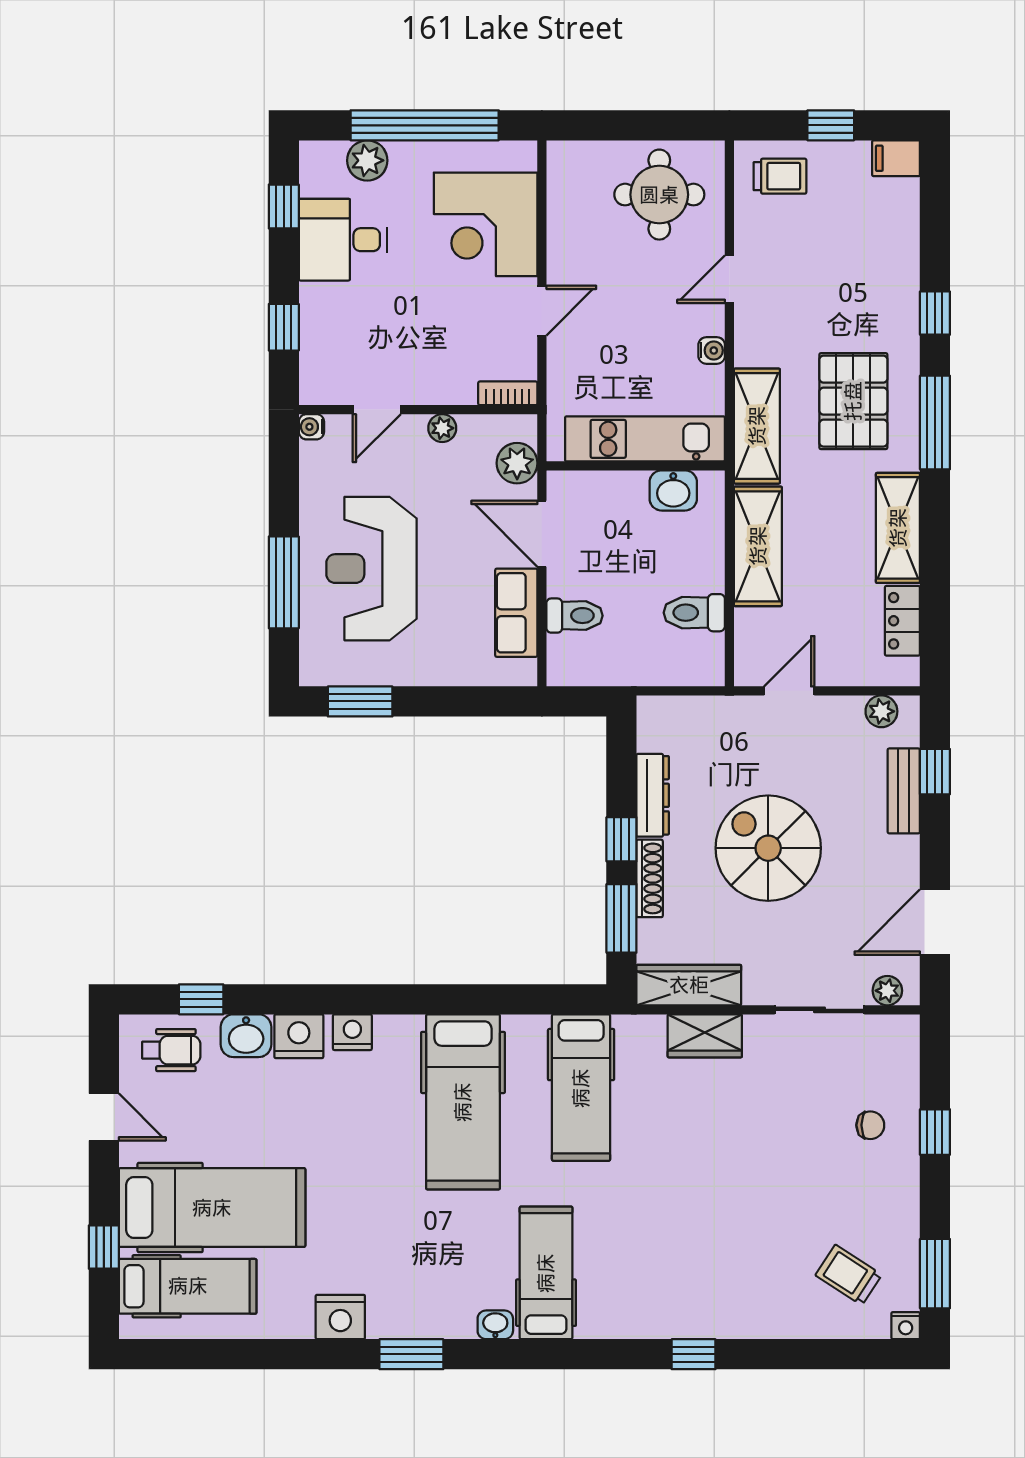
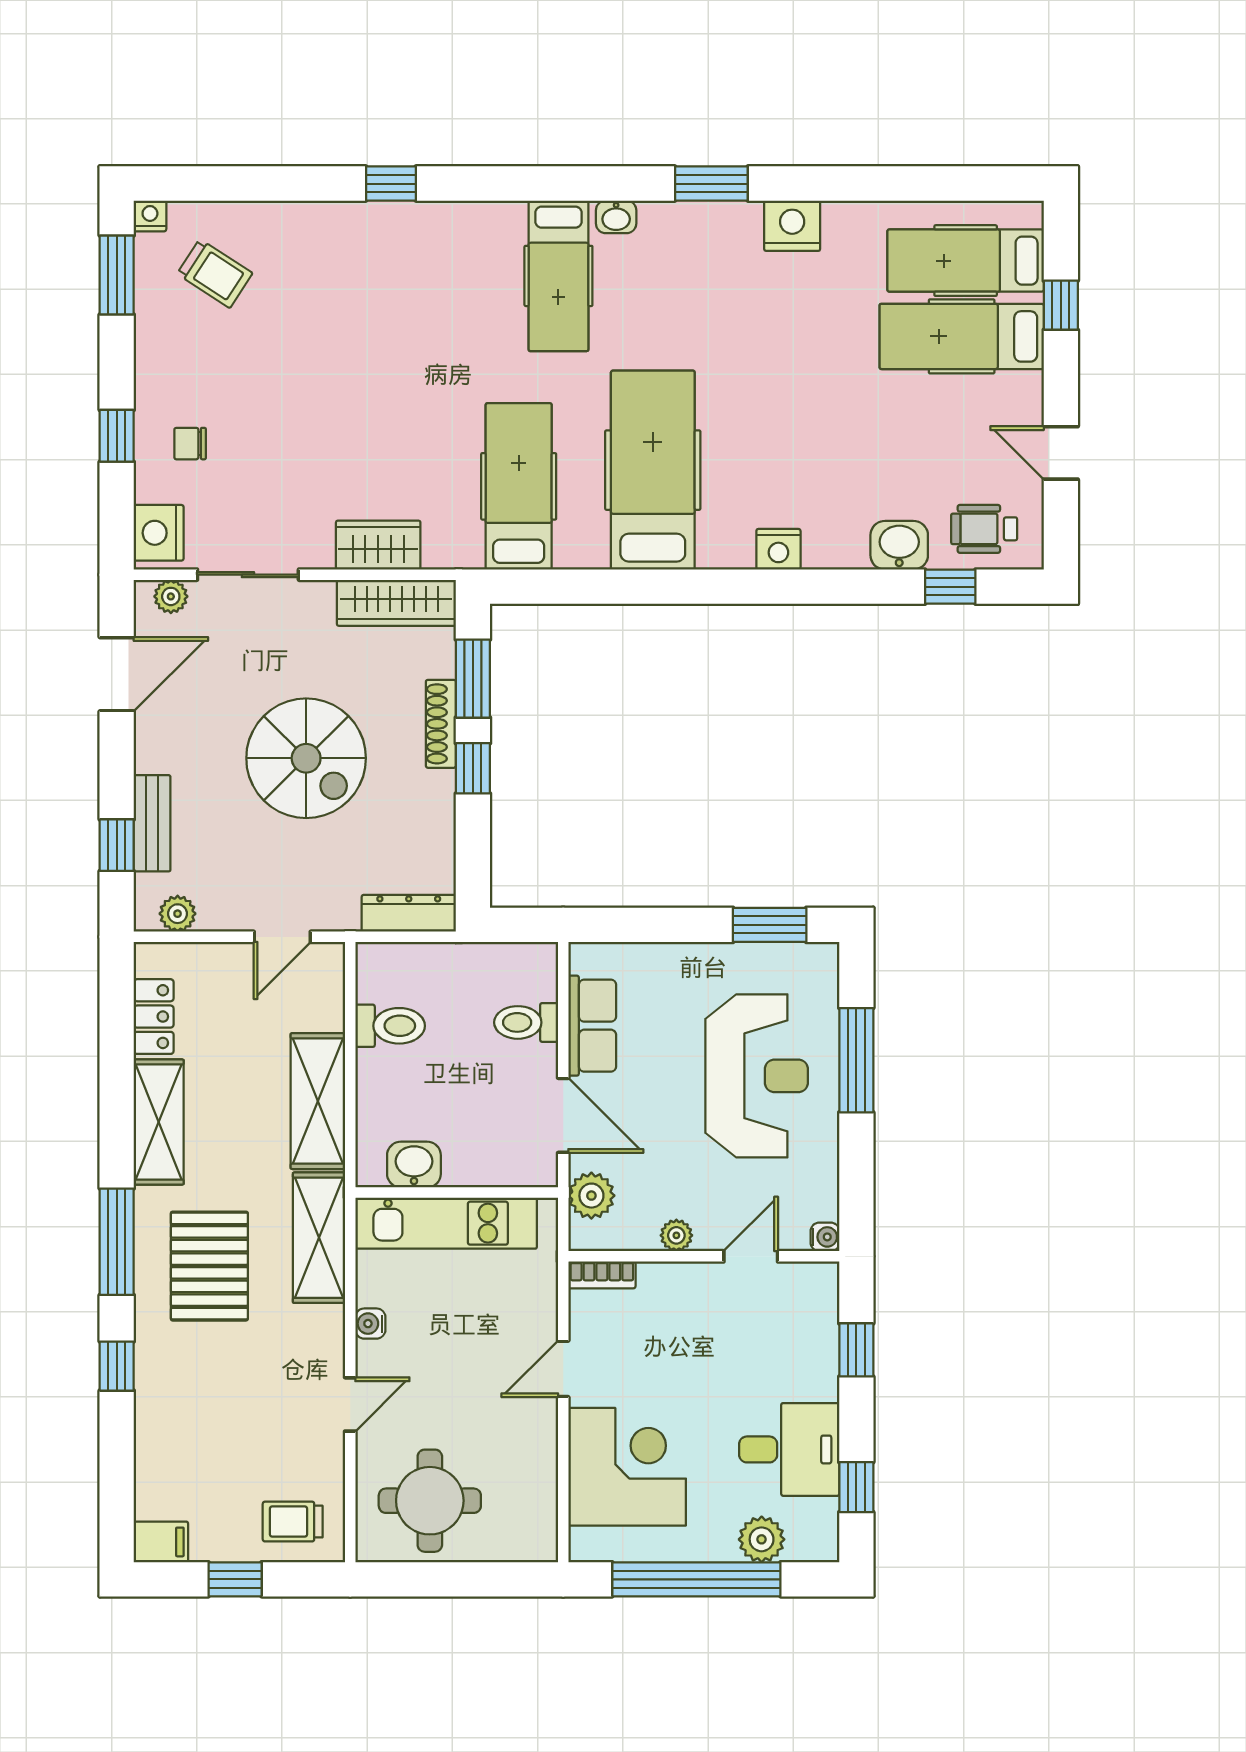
dresser: (653, 795) -> (409, 913), moved, turned 90
nightstand: (299, 1036) -> (159, 533), moved, turned 90
hospital bed: (212, 1208) -> (962, 336), width x0.73, depth x0.78

